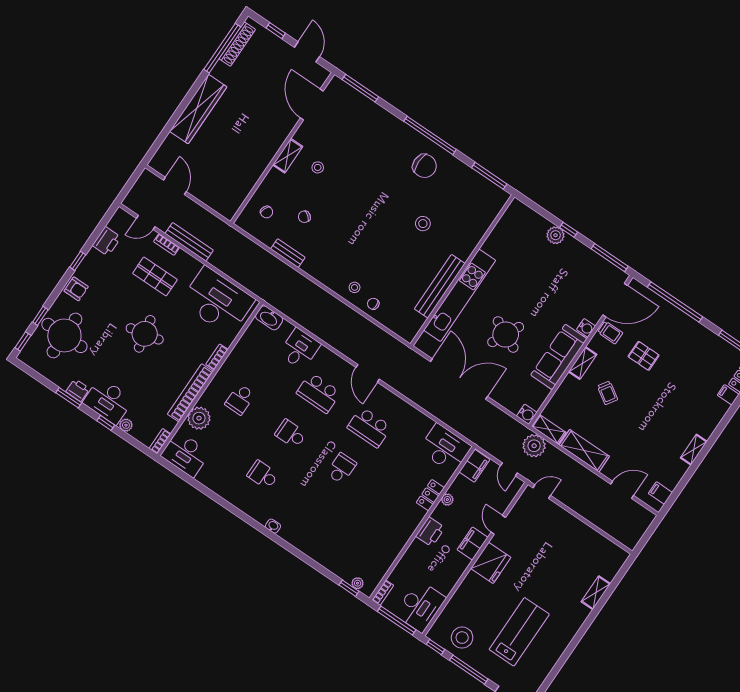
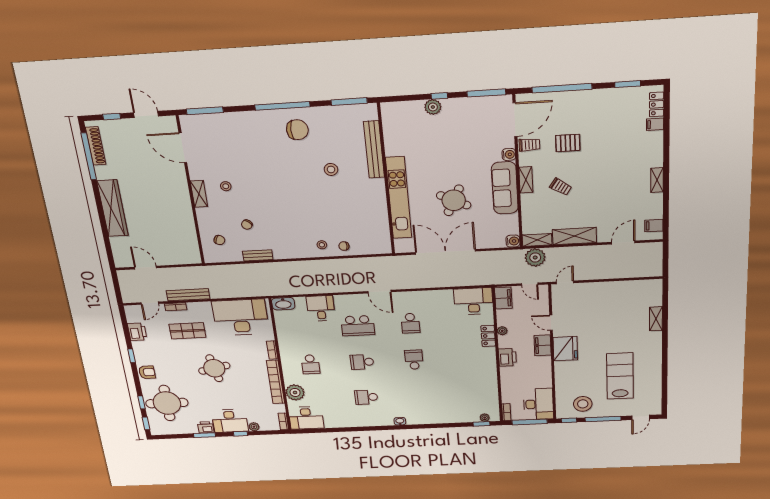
bench: (440, 286) -> (374, 150), moved
school desk: (369, 427) -> (410, 323), width x0.54

